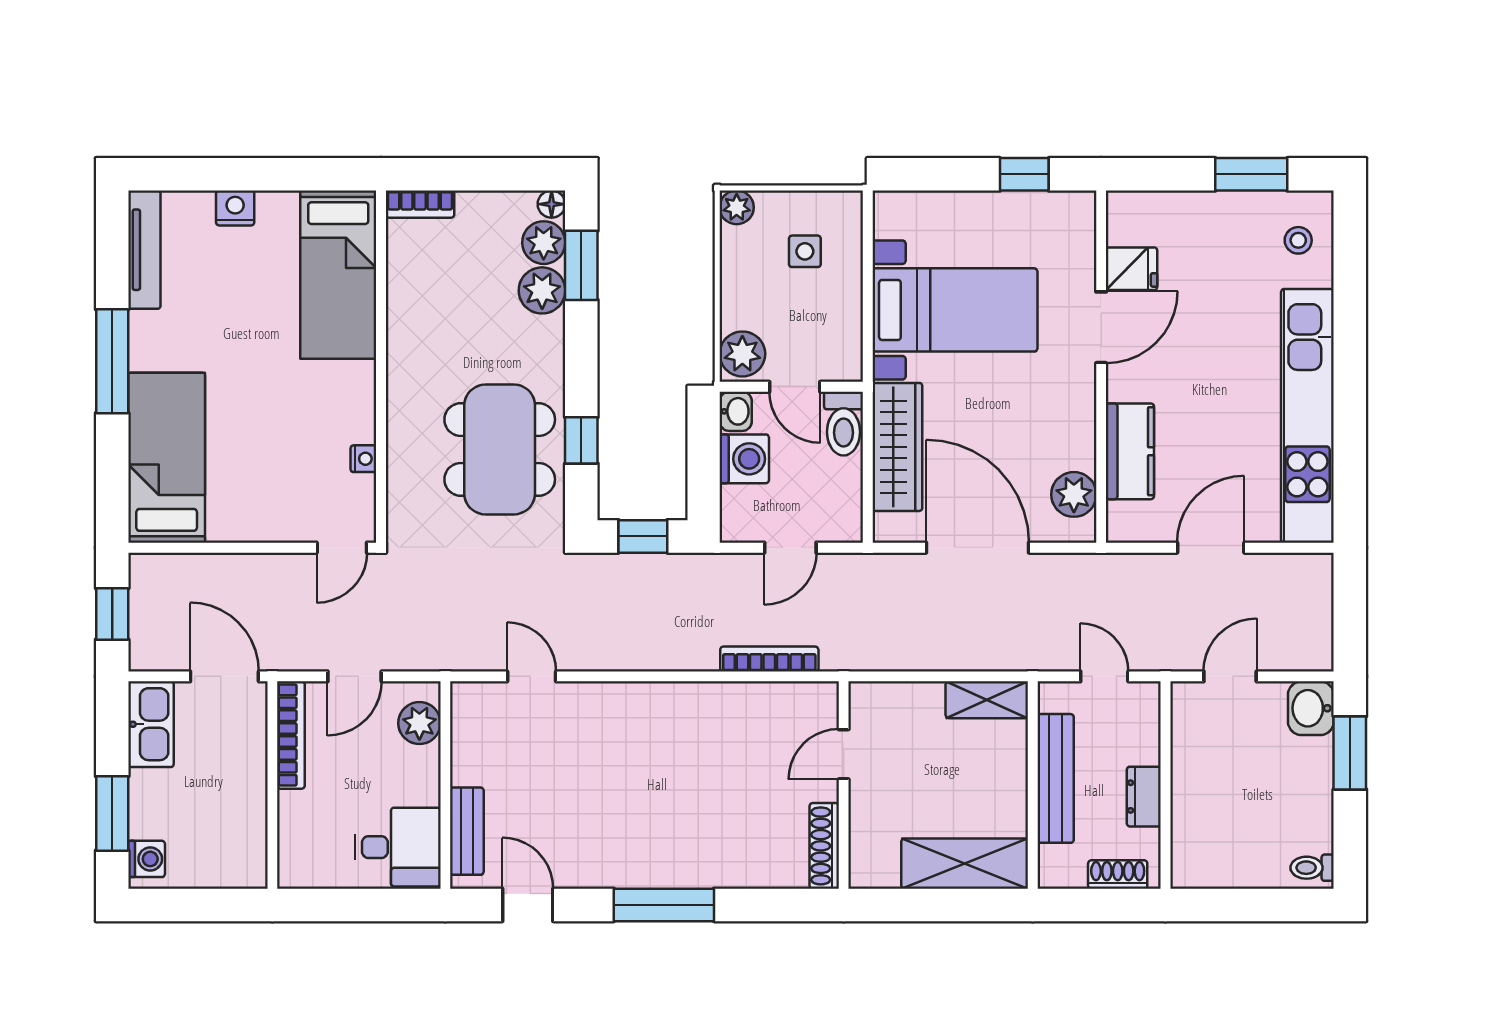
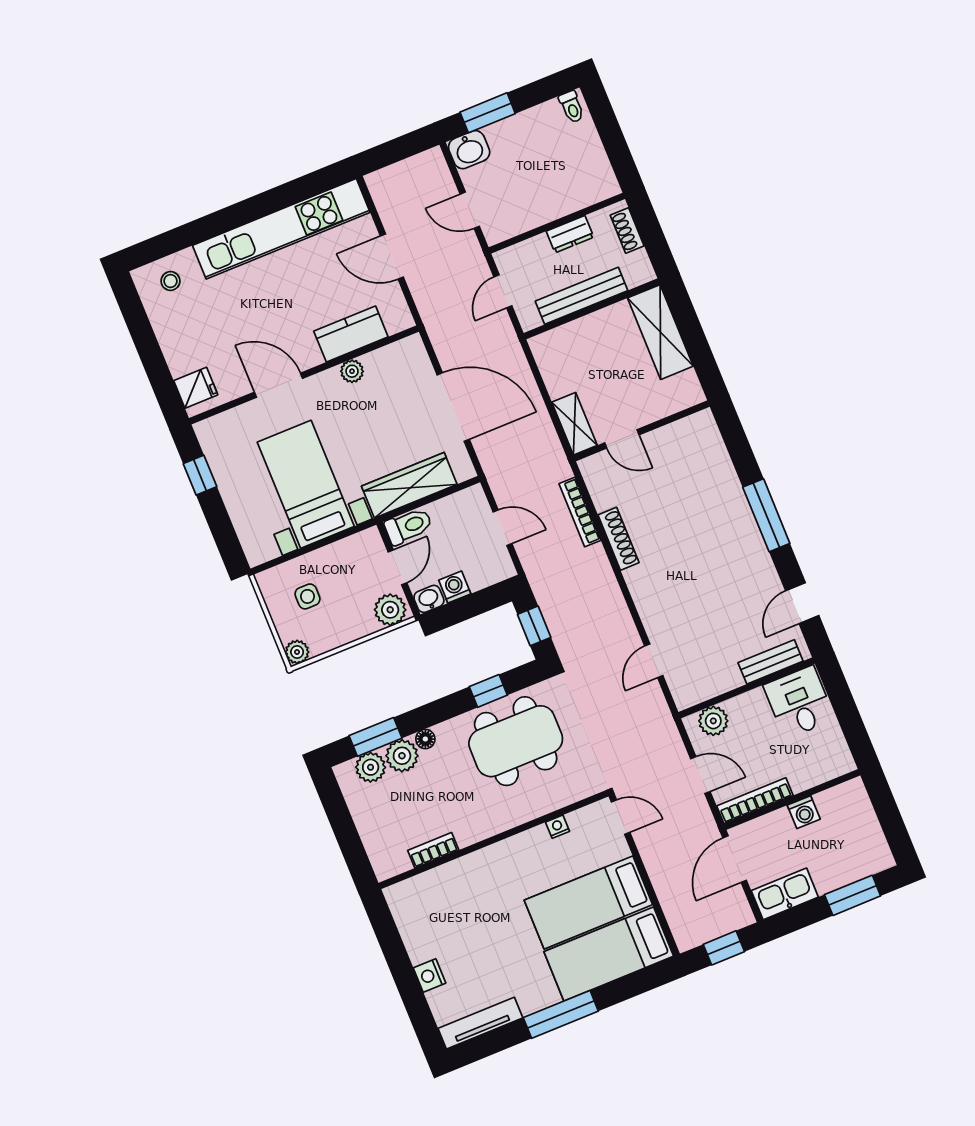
window: (1251, 174) -> (140, 329), removed
bookcase: (420, 204) -> (433, 850), moved, turned -90
floor lamp: (552, 204) -> (425, 739), moved
fridge: (1132, 269) -> (196, 388), moved, turned 90
bed: (338, 275) -> (588, 902), moved, turned 180
washing machine: (744, 459) -> (455, 587), width x0.73, depth x0.73
plant: (1074, 494) -> (352, 371), moved, width x0.73, depth x0.73
door: (977, 548) -> (453, 407), swing flipped
shelving: (987, 700) -> (574, 424), moved
shoe rack: (824, 846) -> (619, 539), moved, turned -90
washing machine: (147, 859) -> (804, 812), moved, turned 180

